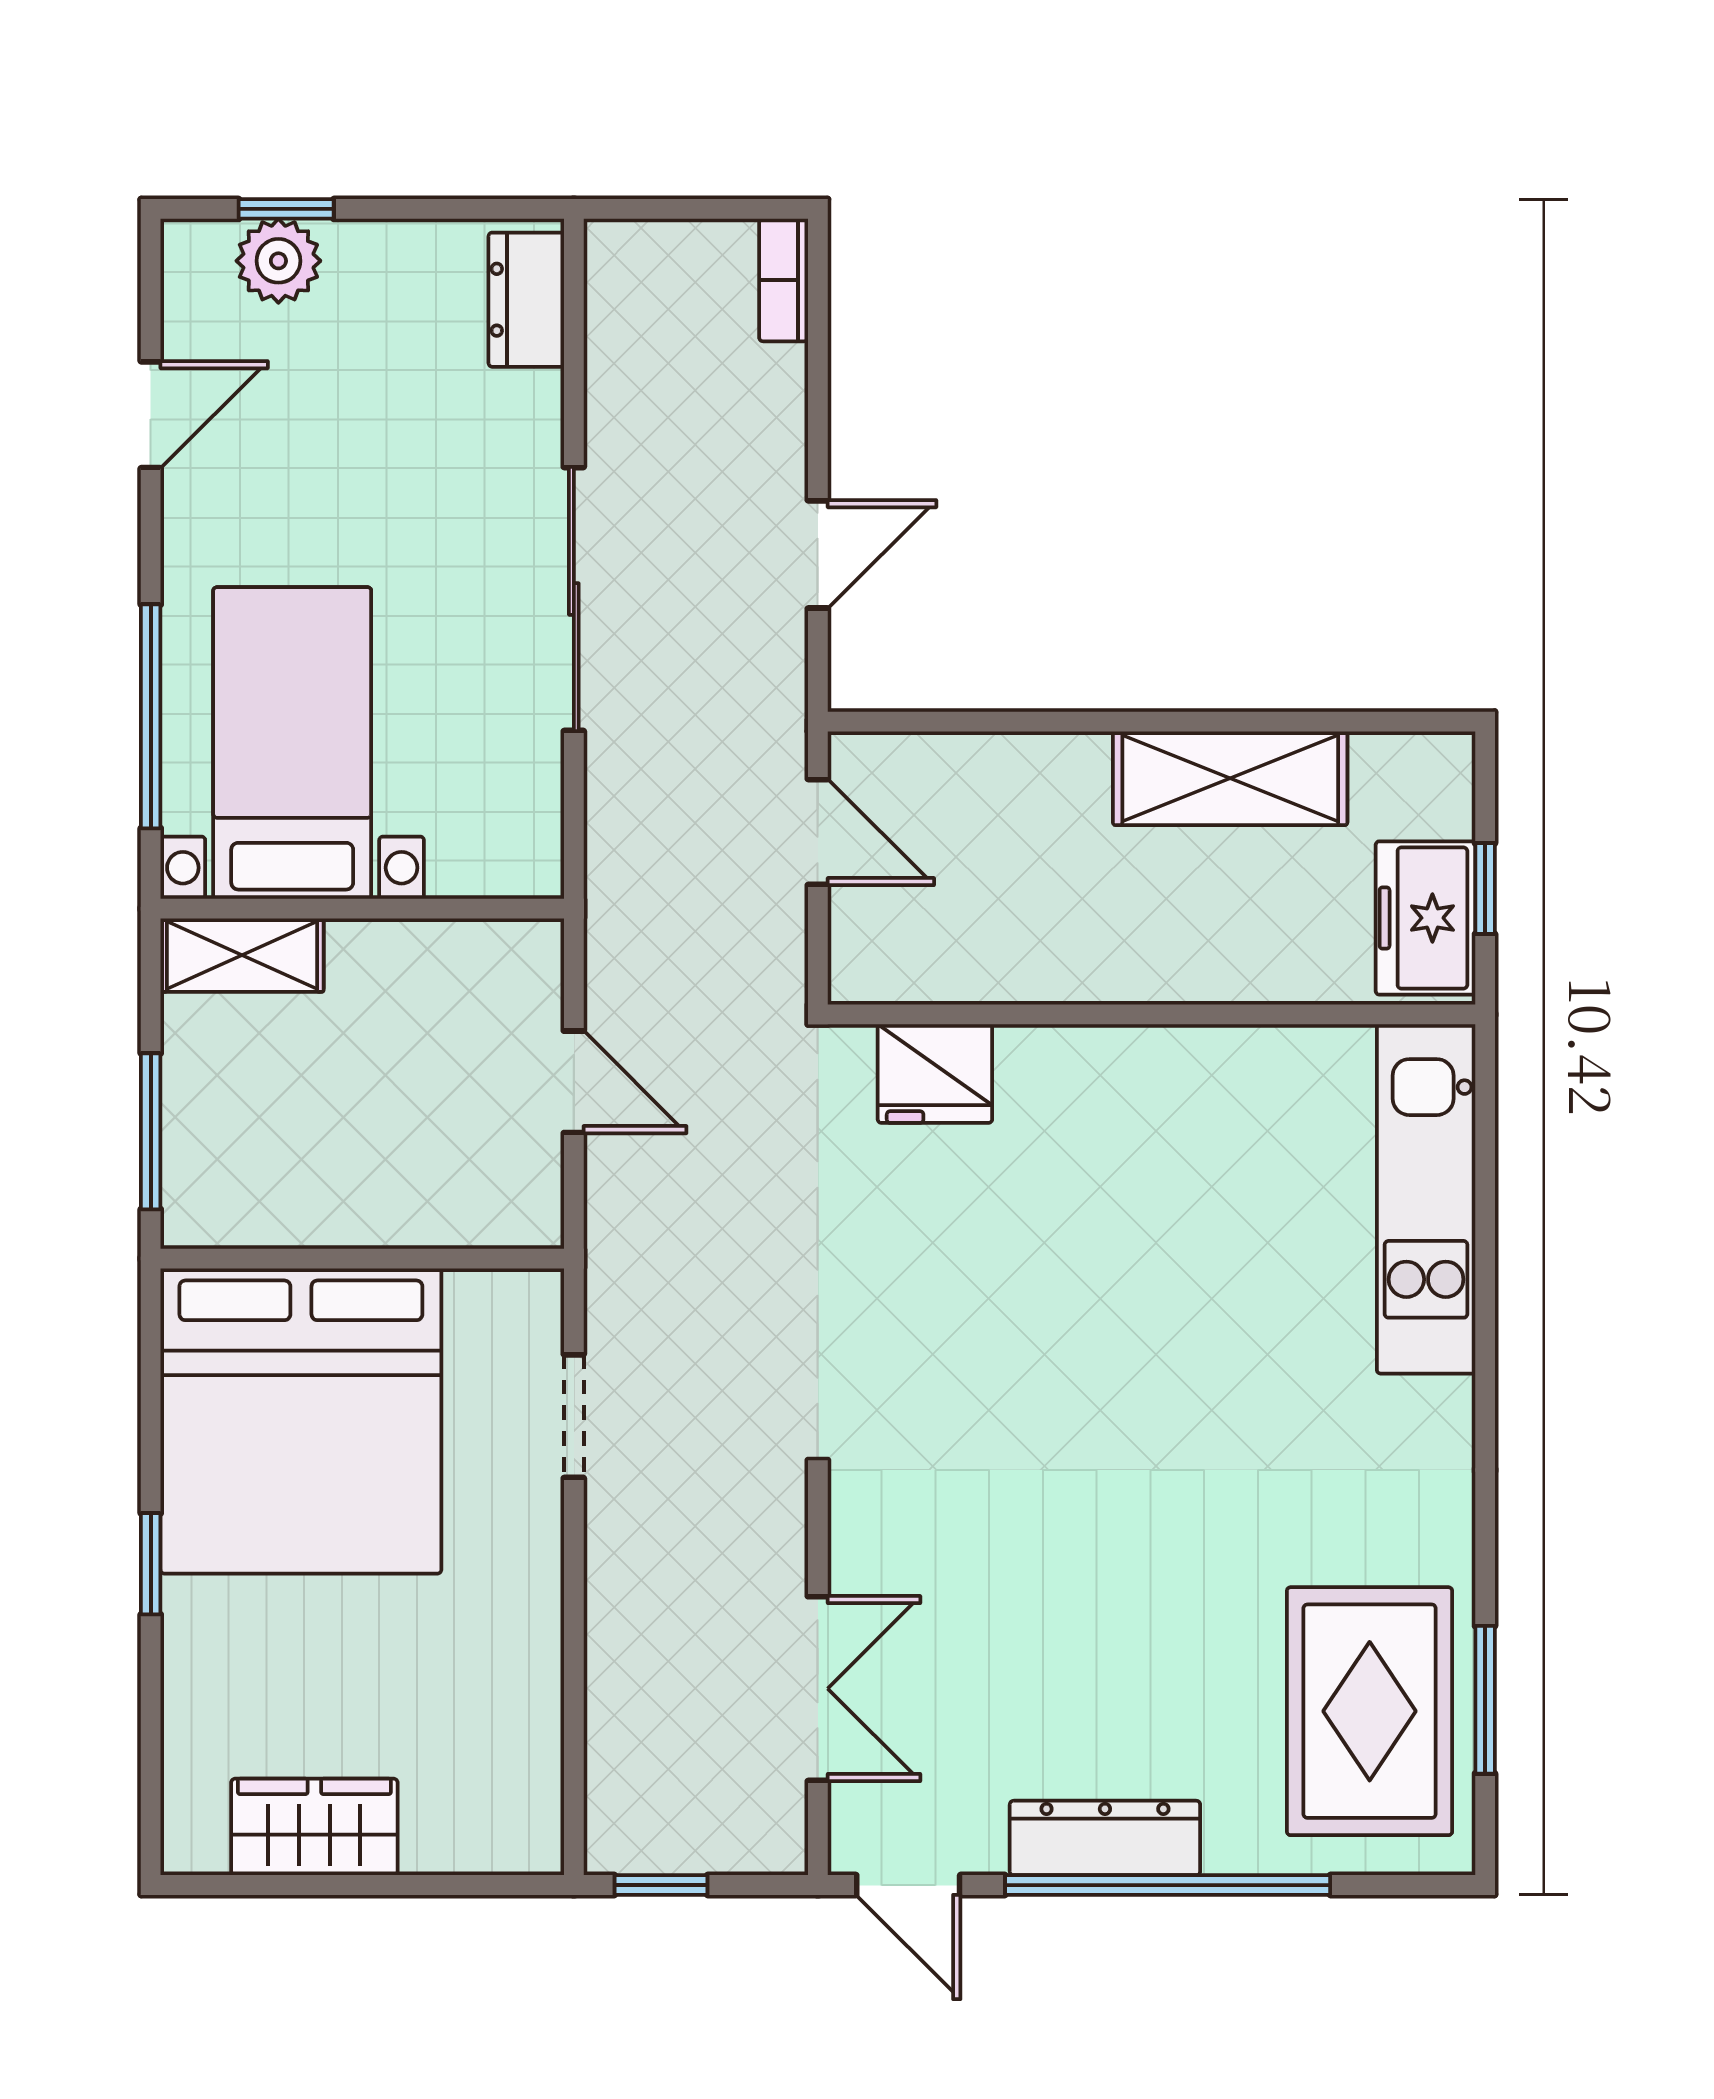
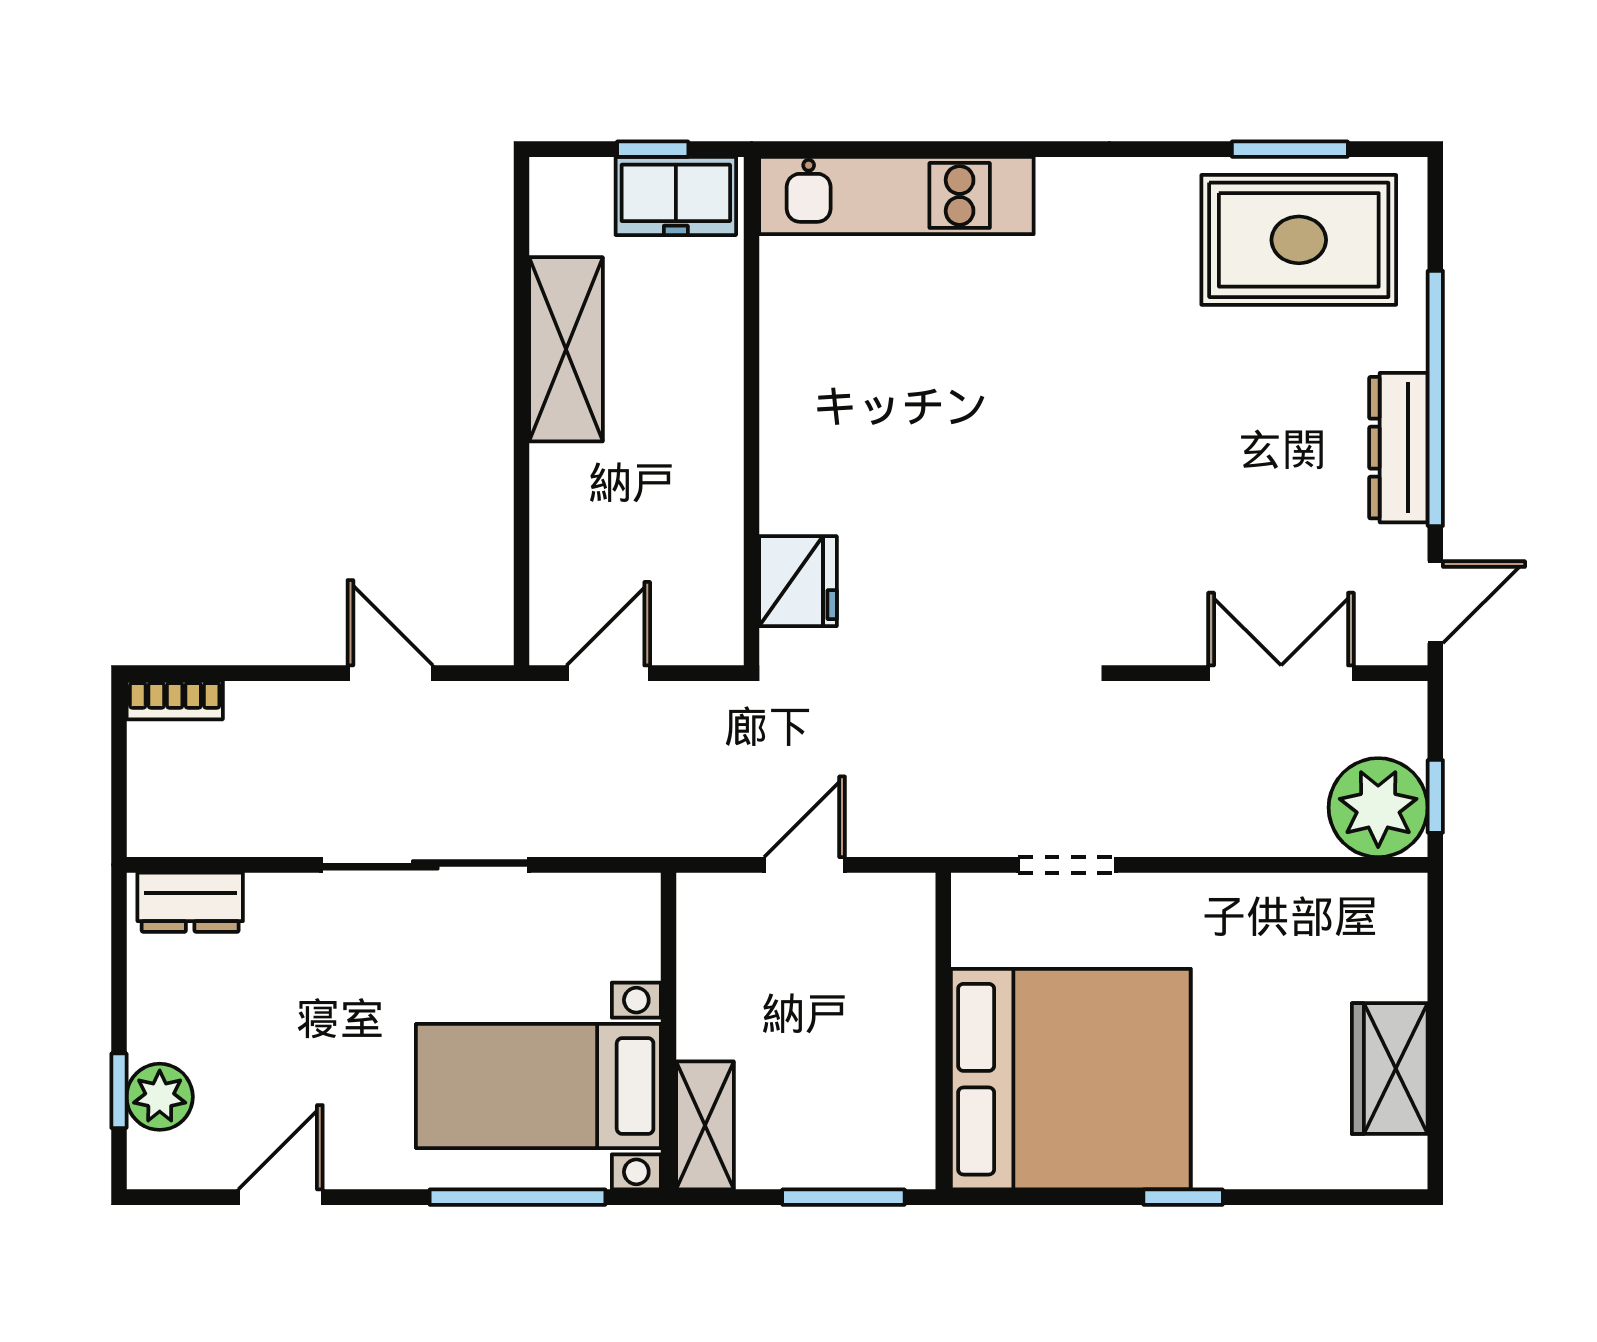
door: (151, 415) -> (281, 1197), hinge flipped
plant: (647, 1812) -> (1378, 808), added

